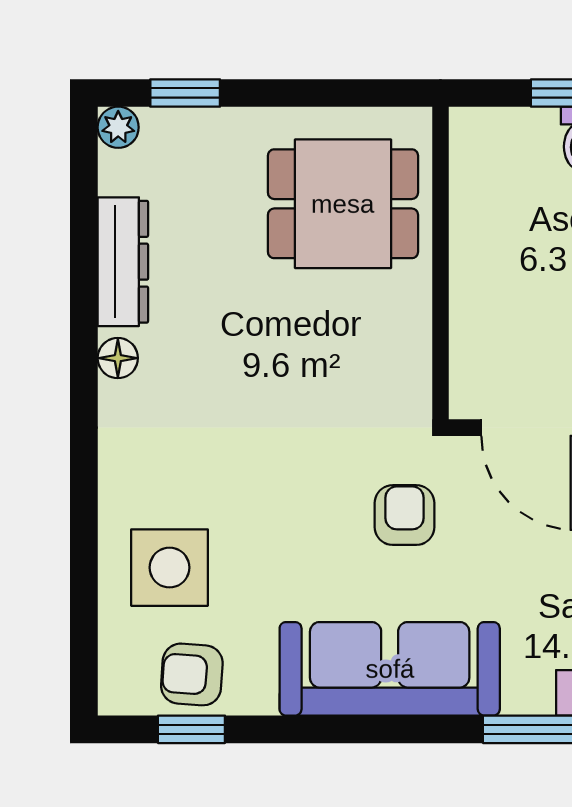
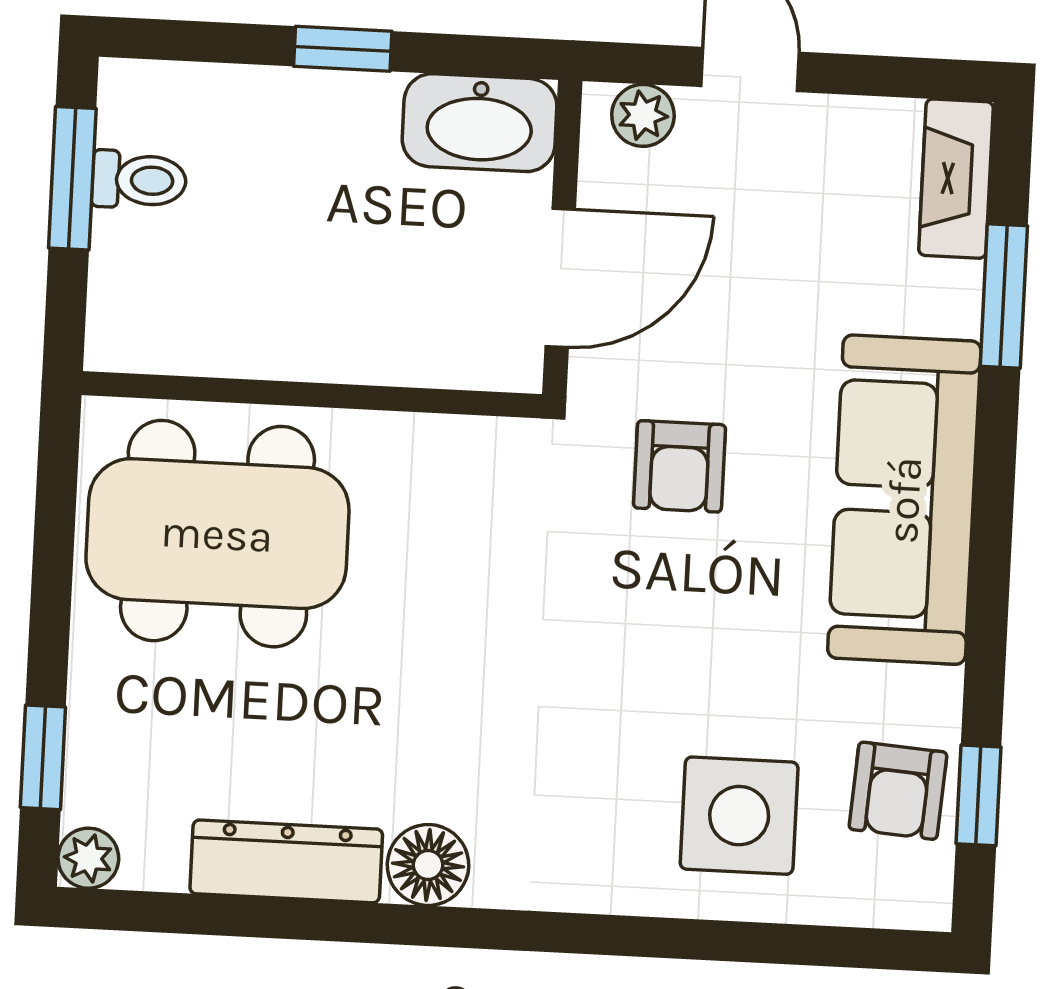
dining table: (343, 204) -> (217, 534), width x1.38
floor lamp: (118, 358) -> (428, 865), width x1.37, depth x1.37
armchair: (405, 515) -> (679, 466), turned -90

